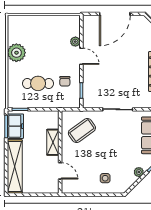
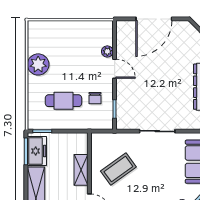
coffee table: (82, 131) -> (118, 169), moved

